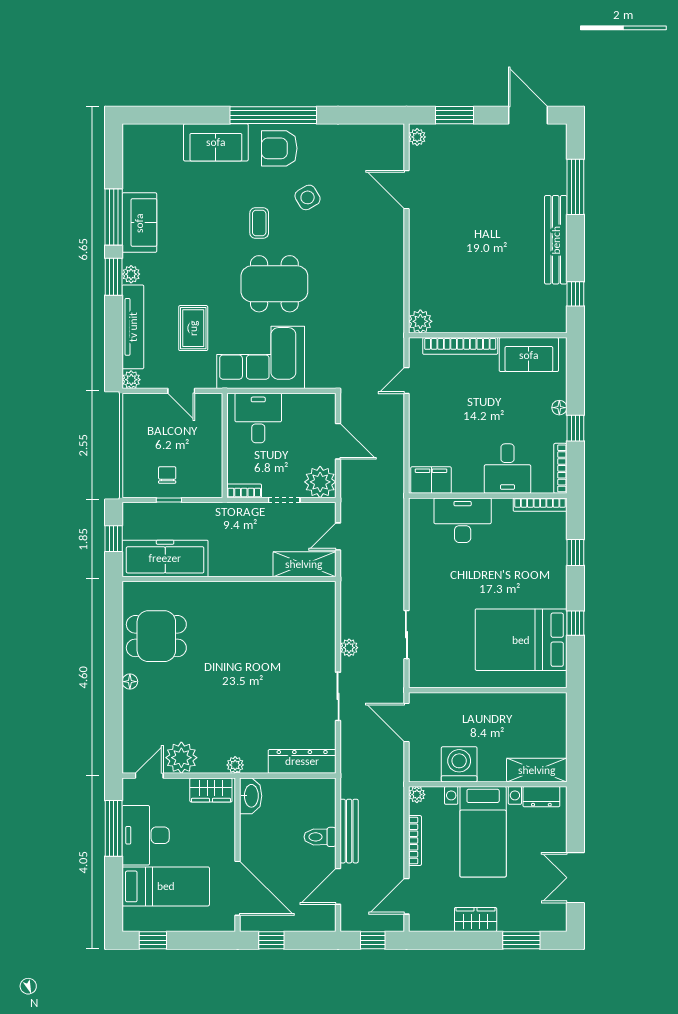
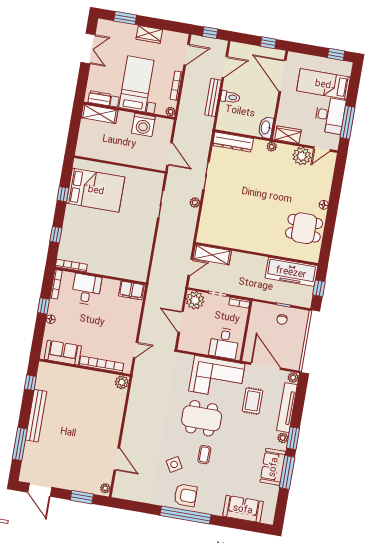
sofa: (216, 142) -> (243, 509), moved
door: (181, 391) -> (266, 366), width x1.87
desk: (463, 520) -> (117, 264), removed

